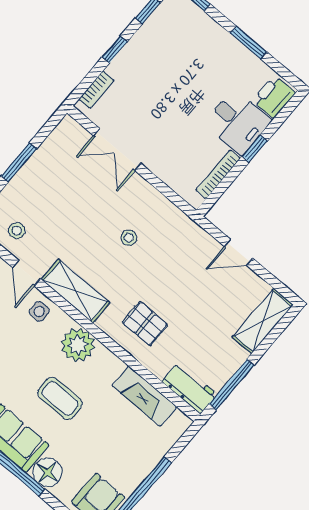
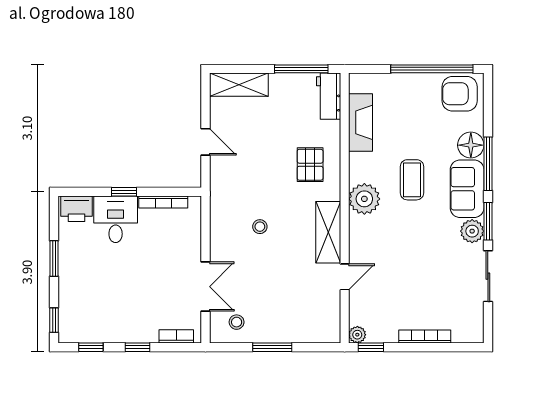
stool: (17, 231) -> (237, 322), moved
side table: (39, 311) -> (364, 245), removed

